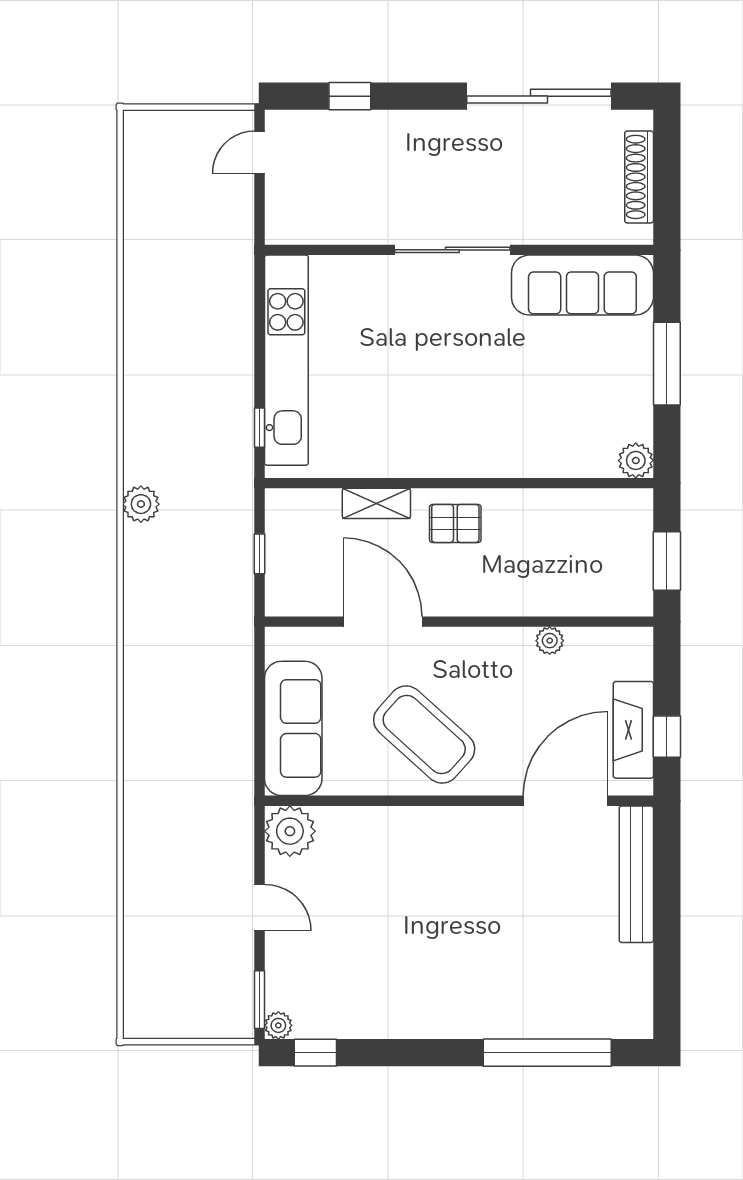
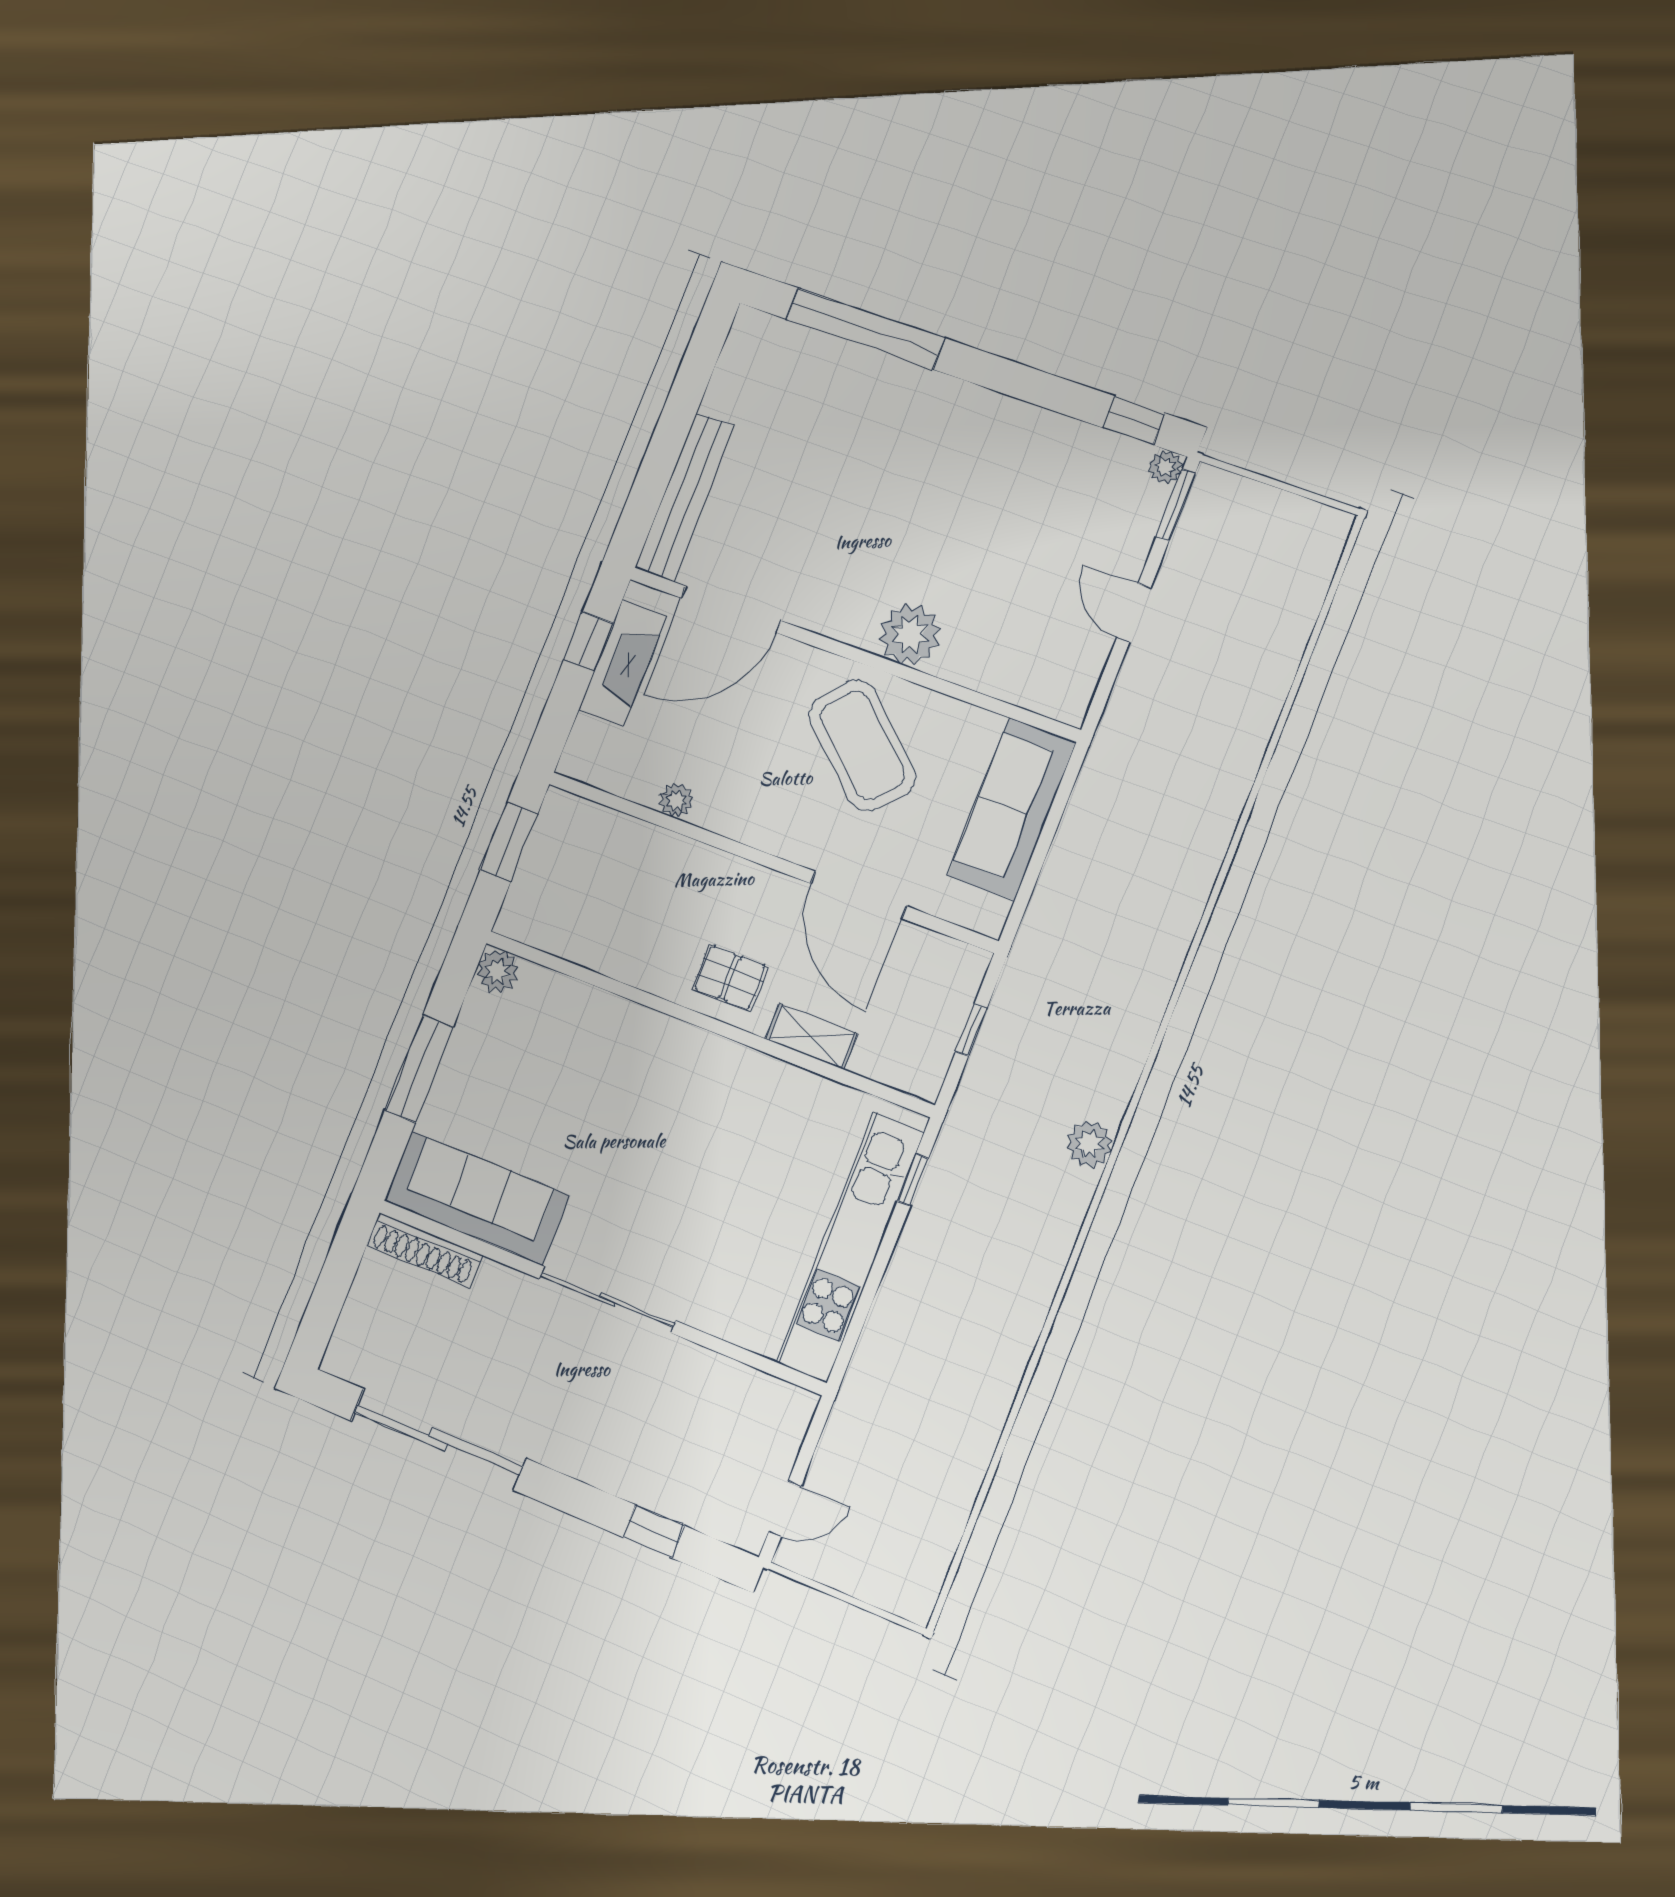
shoe rack: (639, 177) -> (424, 1250), moved, turned 90
plant: (290, 831) -> (910, 634), moved

